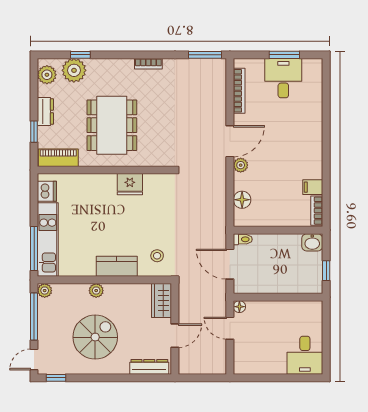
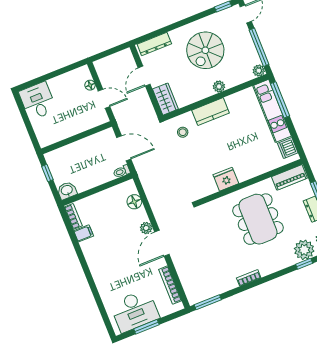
desk: (283, 78) -> (135, 311), width x1.37
floor lamp: (239, 307) -> (90, 85), moved

